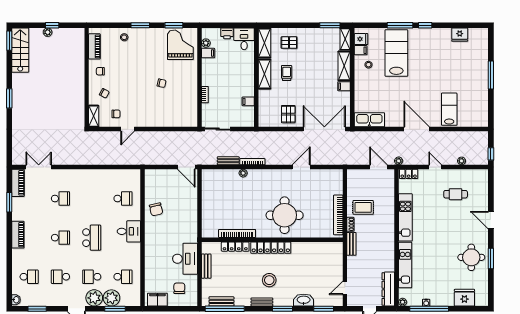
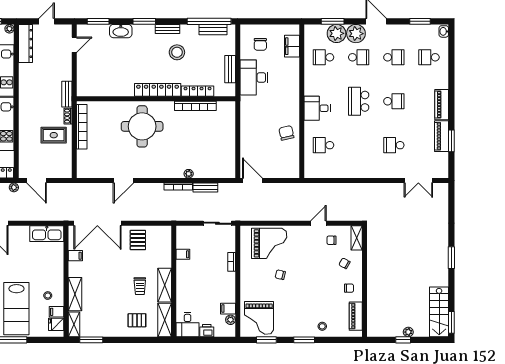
filing cabinet: (344, 86) -> (75, 256), moved
grand piano: (171, 111) -> (269, 243), added
piano: (18, 183) -> (442, 136), moved
school desk: (60, 238) -> (394, 101), turned 180
stool: (269, 280) -> (177, 52), moved
filing cabinet: (157, 300) -> (292, 46), moved, turned 90

